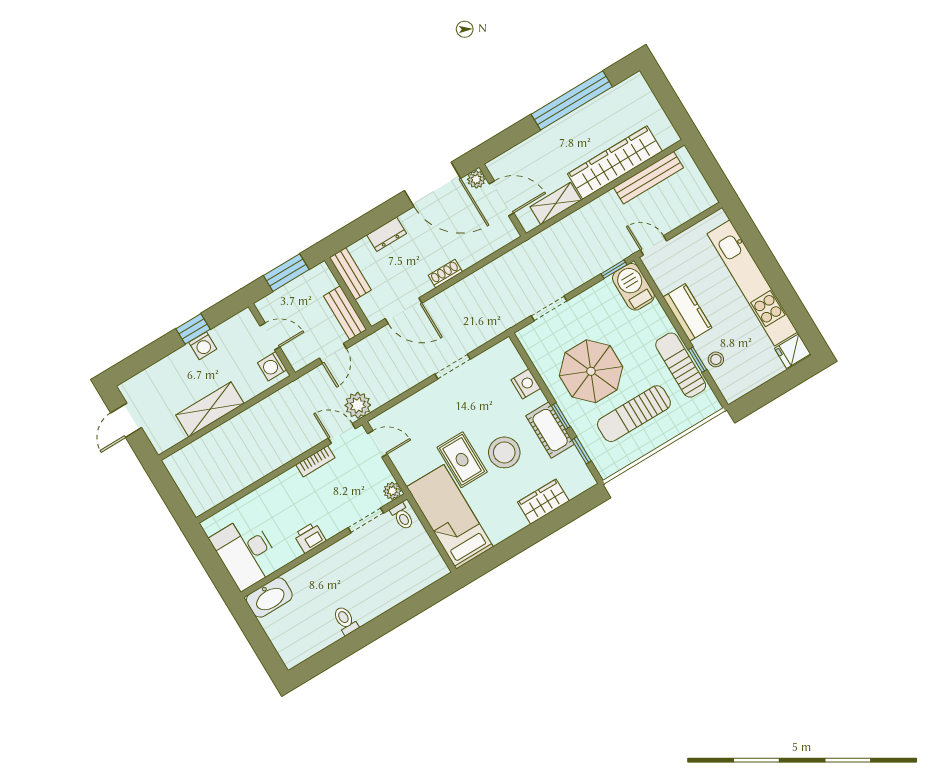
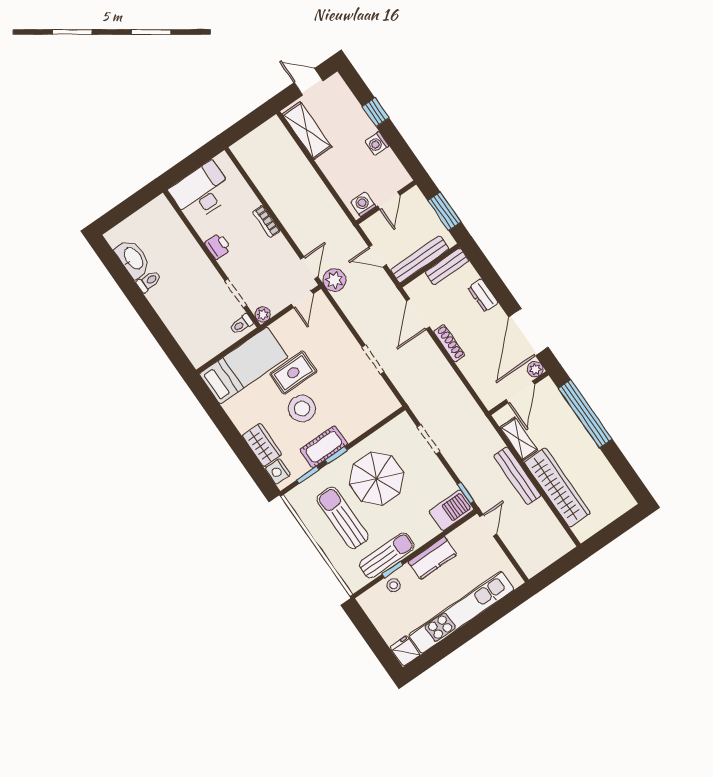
window: (572, 100) -> (585, 414), moved
bench: (649, 178) -> (517, 476), moved
shoe rack: (445, 274) -> (449, 343), width x1.43
bench: (345, 313) -> (420, 259), width x1.36
window: (193, 329) -> (376, 112), moved
nightstand: (526, 384) -> (278, 471), moved, turned 90
shelving: (210, 409) -> (307, 131), moved
bookcase: (315, 461) -> (266, 221), moved
washbasin: (269, 597) -> (133, 259), moved, turned 180

